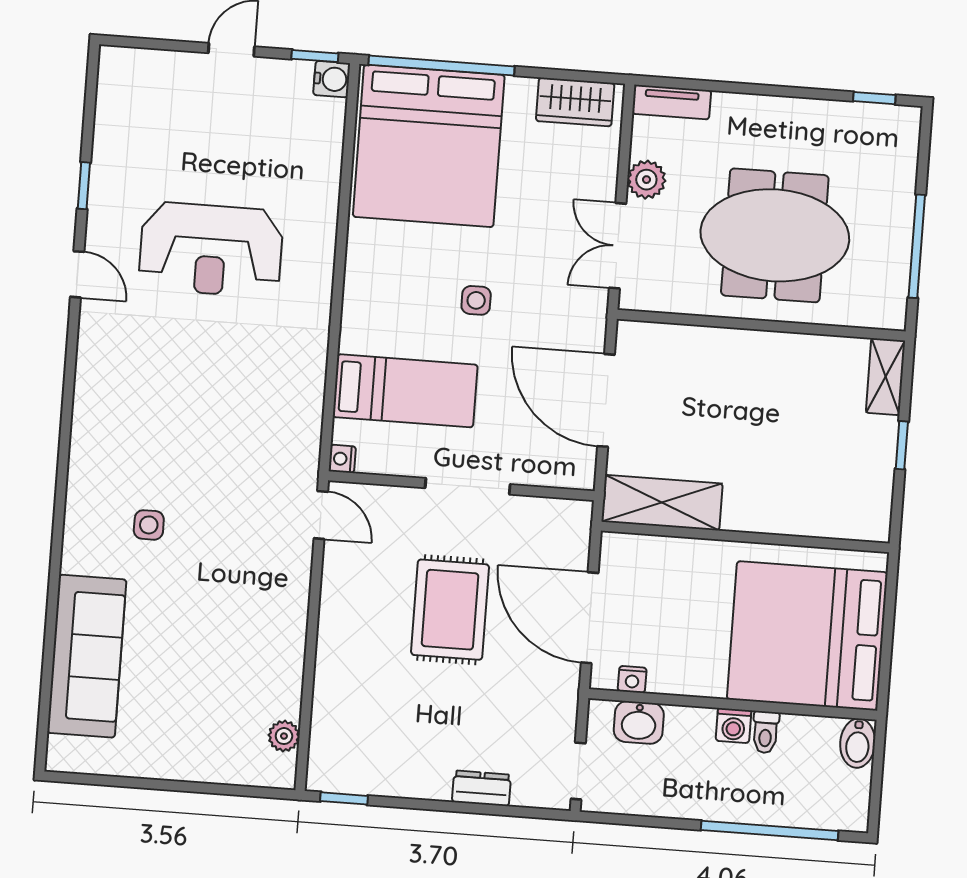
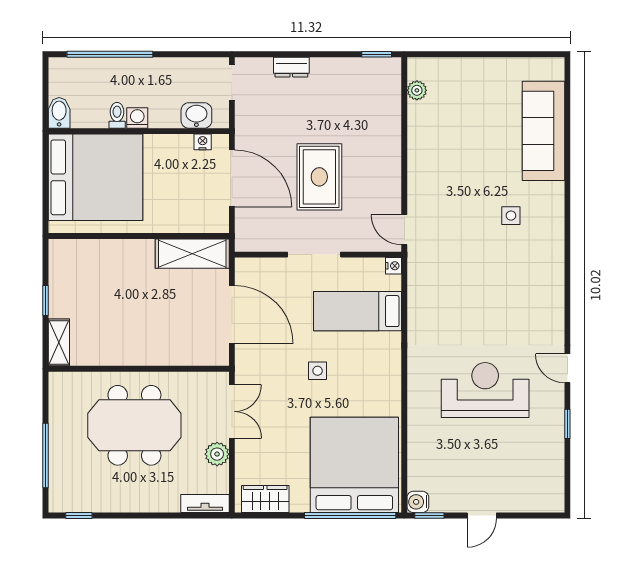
window: (917, 246) -> (46, 455), moved

